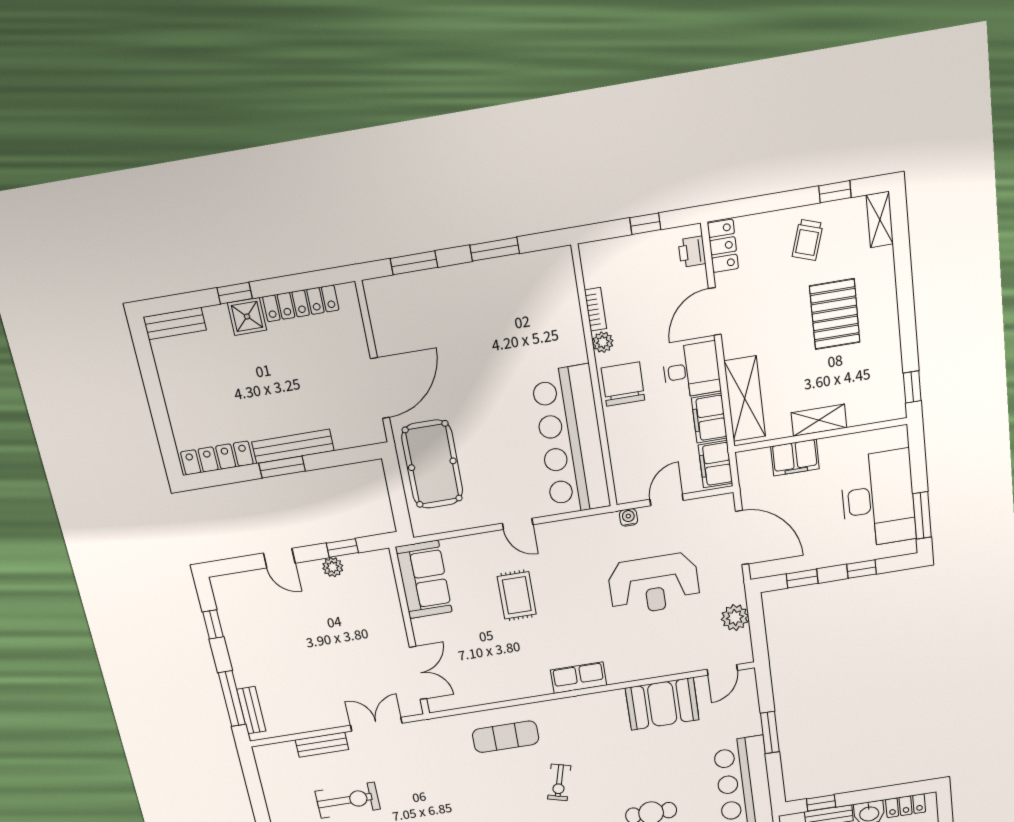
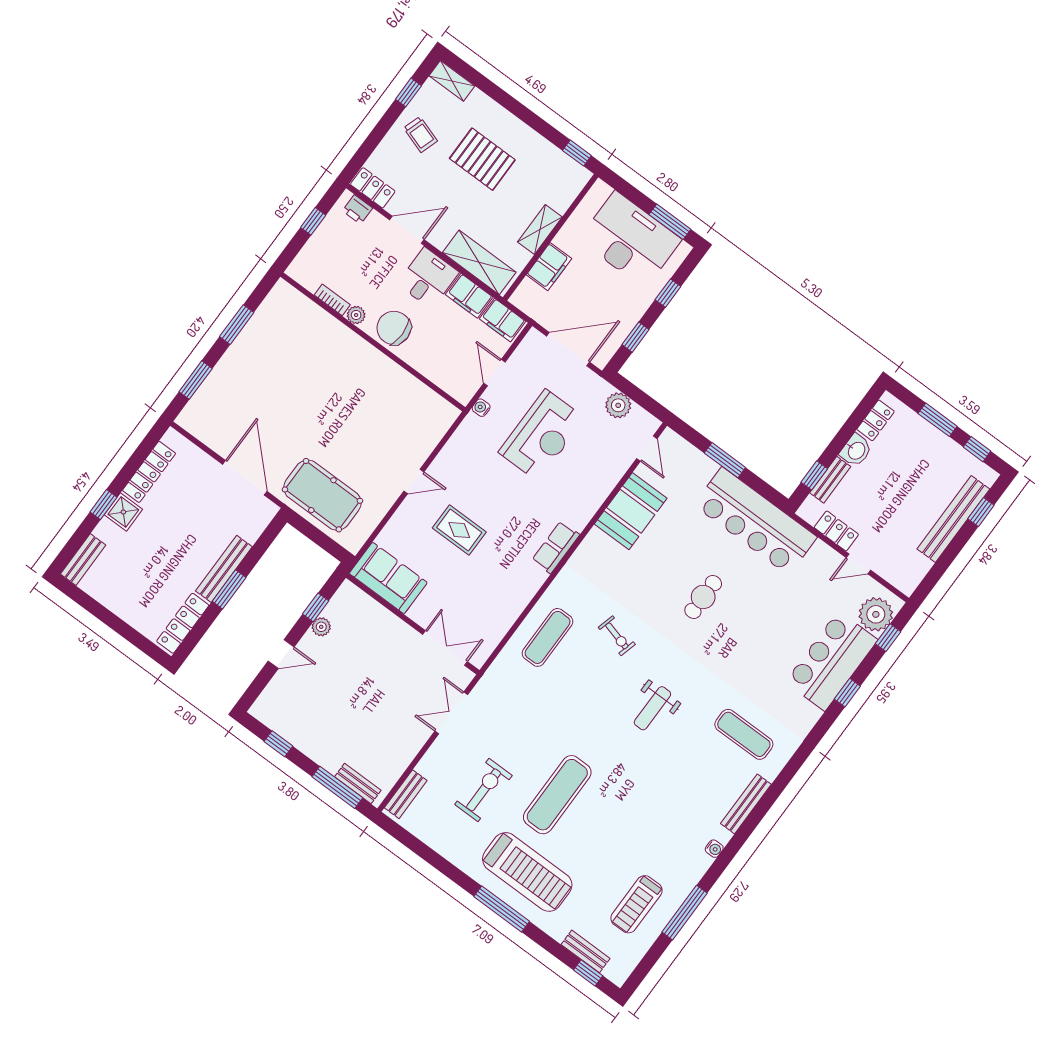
door: (715, 312) -> (407, 230), swing flipped
bar counter: (571, 440) -> (396, 394), removed
bench: (322, 745) -> (406, 794), moved

